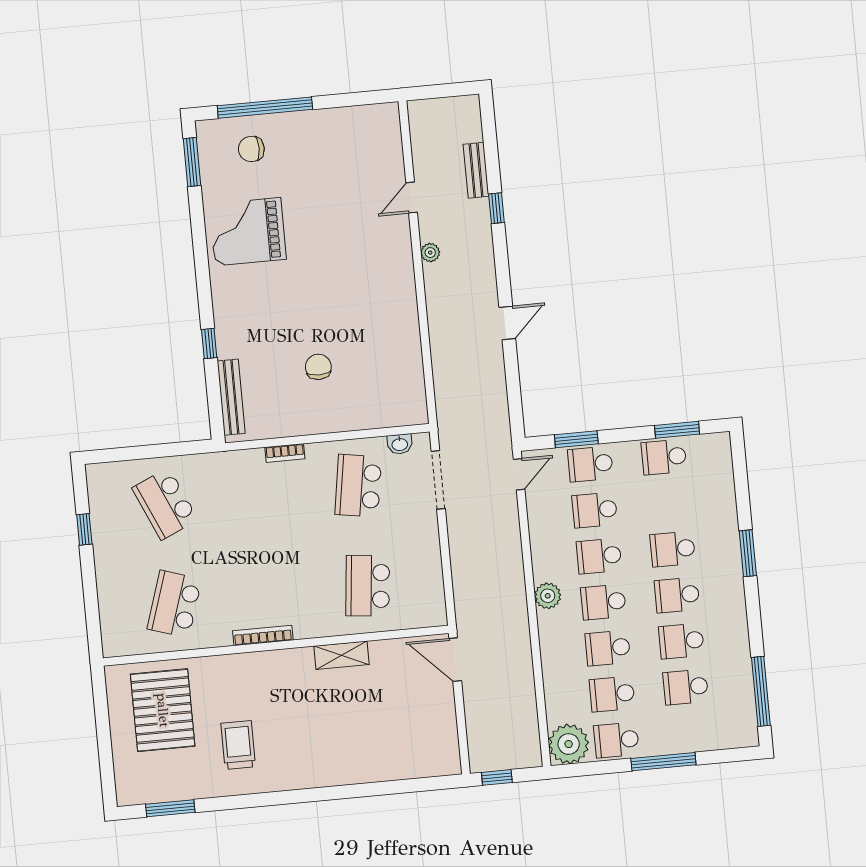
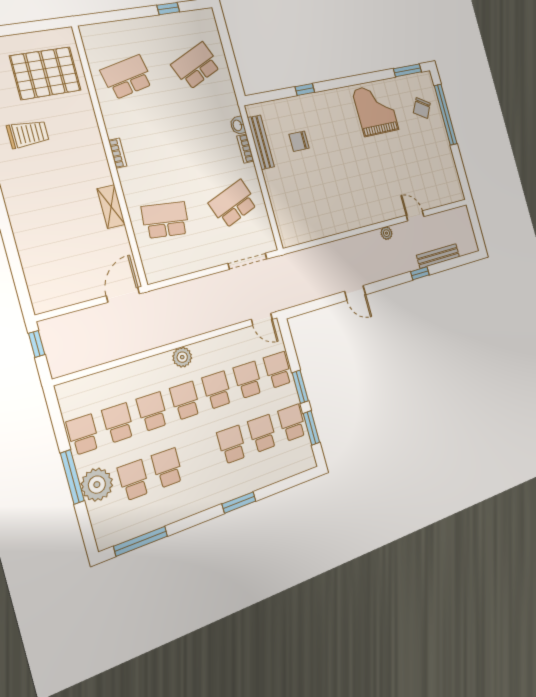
chair: (251, 149) -> (422, 108), turned -150
bench: (476, 170) -> (438, 256), width x1.36
chair: (318, 367) -> (299, 141), moved, turned 180
bench: (231, 397) -> (261, 142), moved, turned 90
window: (576, 439) -> (300, 387), moved
washbasin: (400, 444) -> (238, 125), moved
school desk: (358, 486) -> (233, 204), turned -30
school desk: (677, 595) -> (262, 433), moved
school desk: (174, 604) -> (127, 77), turned -30
bookcase: (263, 635) -> (118, 153), width x0.64
plant: (569, 744) -> (97, 485), moved

